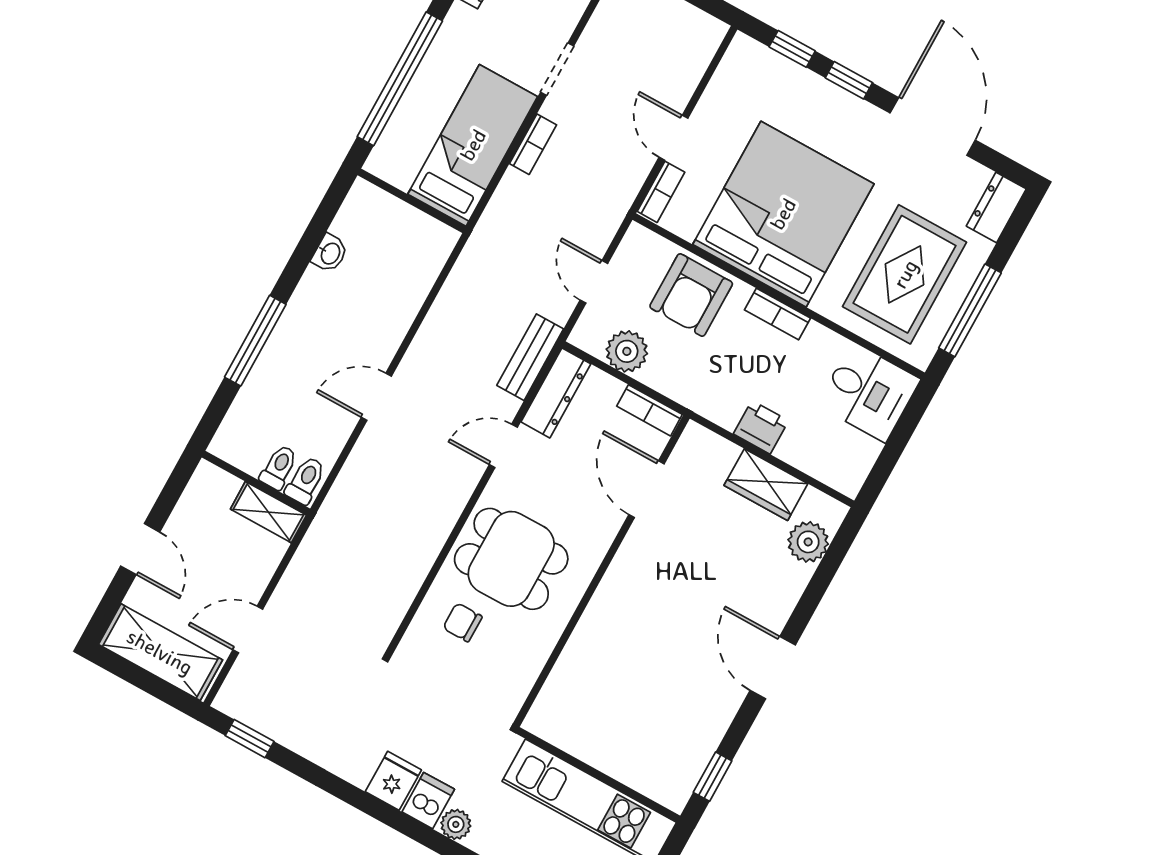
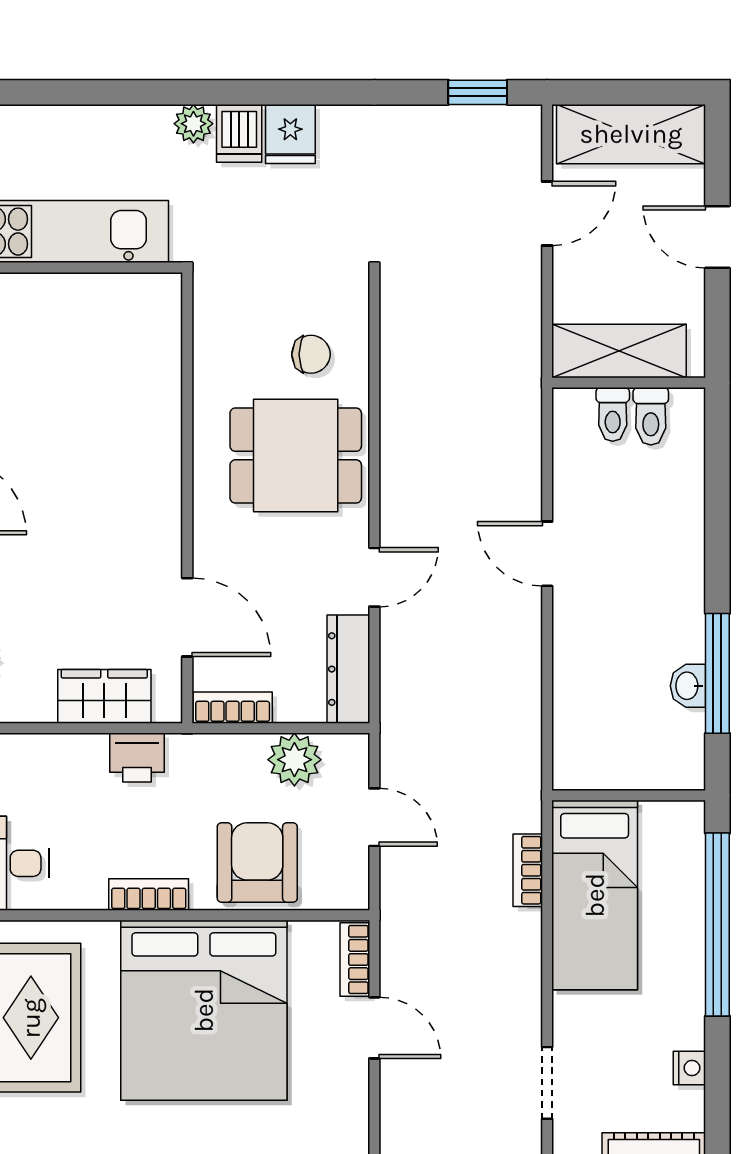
doorway: (557, 69) -> (547, 1083), moved
bookcase: (533, 144) -> (528, 870), moved
window: (255, 341) -> (717, 673), moved
bench: (530, 357) -> (399, 693), removed
door: (376, 397) -> (547, 554), swing flipped
printer: (761, 427) -> (137, 758), moved
toilet: (306, 480) -> (651, 416), moved
wardrobe: (766, 485) -> (104, 696), moved
shelving: (268, 512) -> (619, 351), width x1.50, depth x1.33

